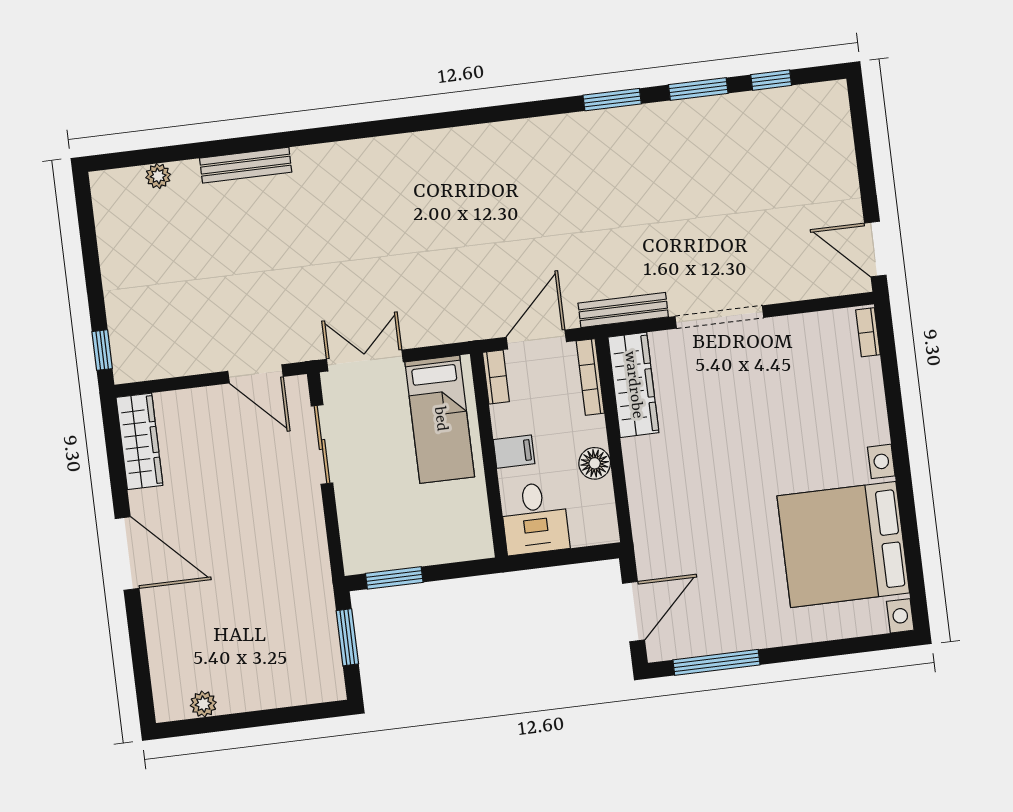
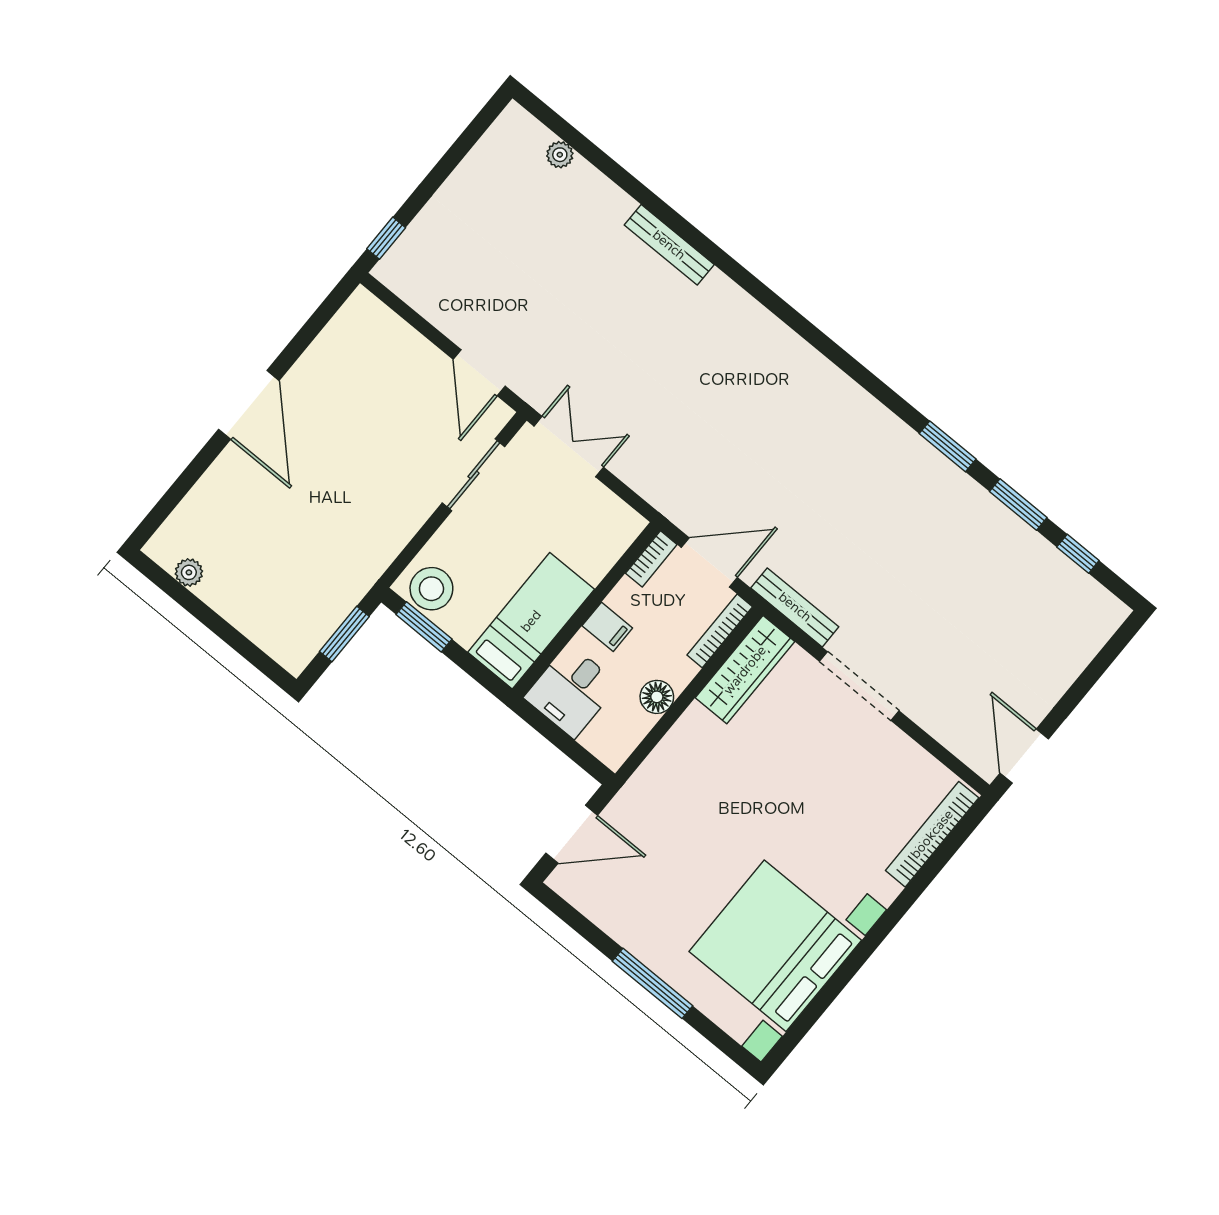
bench: (246, 165) -> (669, 245), moved
bookcase: (868, 332) -> (932, 834), width x2.31, depth x1.31
bed: (440, 419) -> (531, 621), moved, turned 180
wardrobe: (139, 441) -> (343, 333), removed
stool: (373, 548) -> (431, 589), added
window: (716, 662) -> (652, 983), moved

